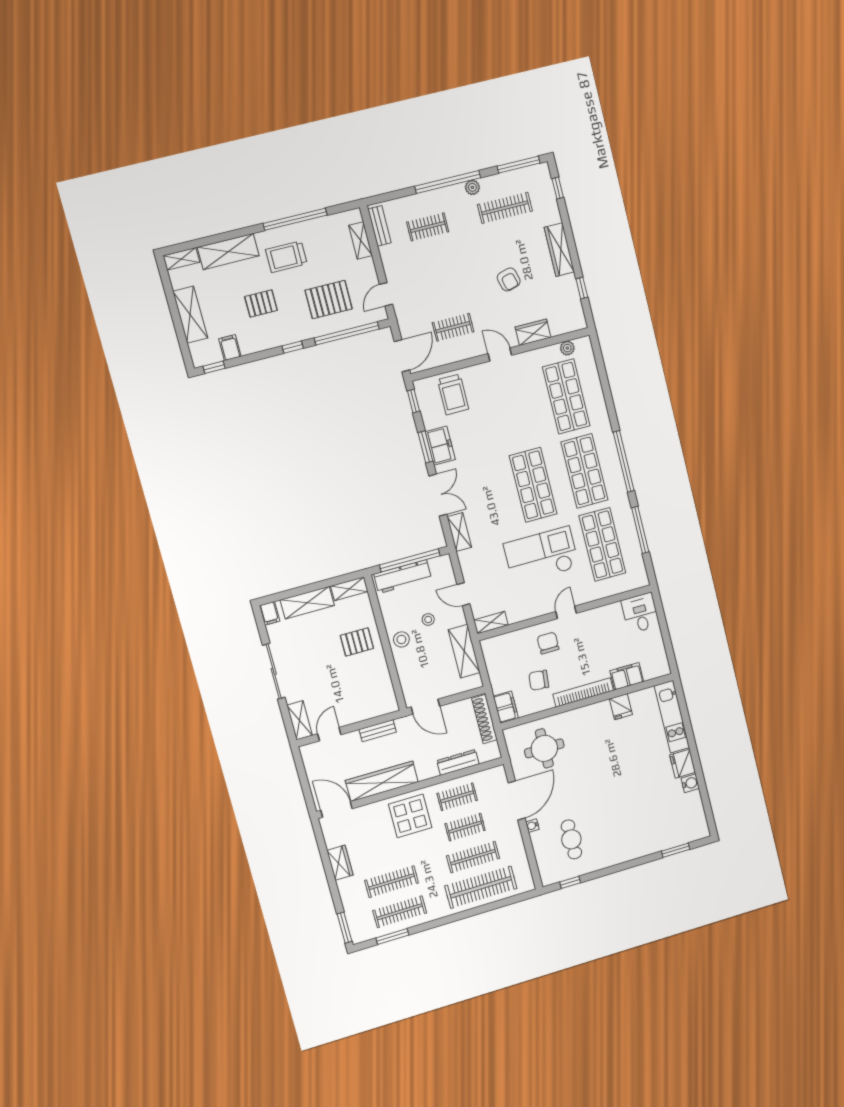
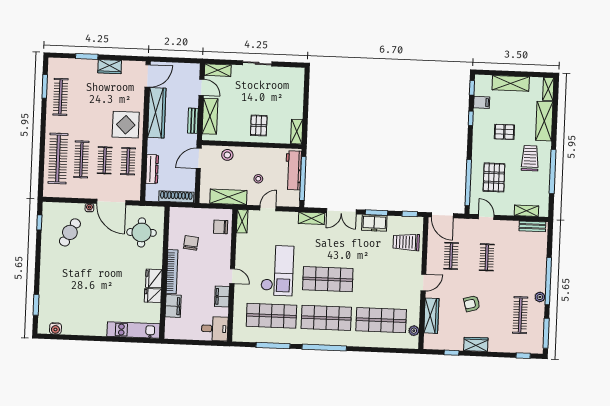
clothes rail: (428, 227) -> (487, 257), moved
wardrobe: (559, 250) -> (476, 344), width x0.67
pallet: (261, 303) -> (504, 132), turned 90
wardrobe: (533, 332) -> (431, 316), width x1.50
window: (293, 347) -> (471, 118), moved
shelving: (307, 603) -> (210, 116), moved
filing cabinet: (270, 613) -> (297, 73), removed
stool: (401, 639) -> (227, 155), moved
chair: (548, 643) -> (221, 227), moved, turned 180
sliding door: (274, 671) -> (257, 63), width x0.73
filing cabinet: (506, 707) -> (222, 297), moved, turned 90
fridge: (683, 764) -> (154, 278), moved, turned -90
water cooler: (690, 783) -> (55, 329), moved
cafe table: (571, 839) -> (70, 232), turned -61
clothes rail: (392, 882) -> (84, 98), removed
window: (344, 928) -> (87, 56), moved

